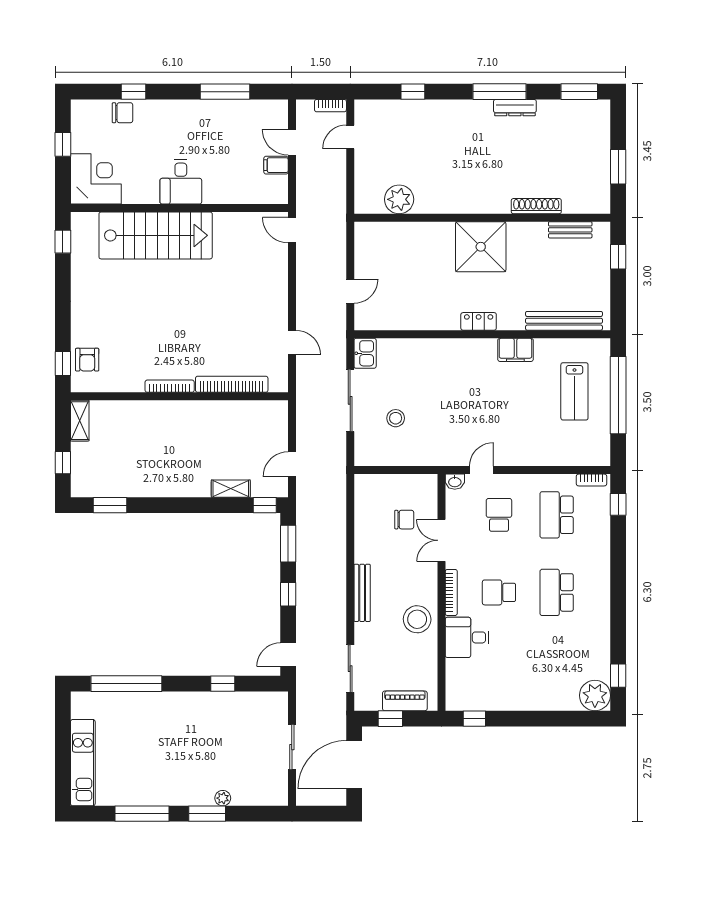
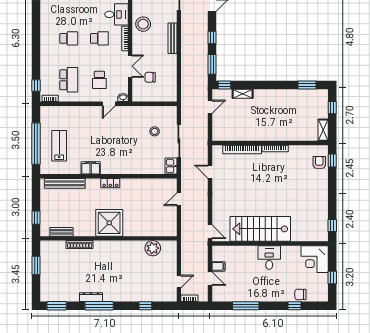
stairs: (156, 235) -> (260, 229), moved
school desk: (557, 592) -> (69, 38), width x0.54

